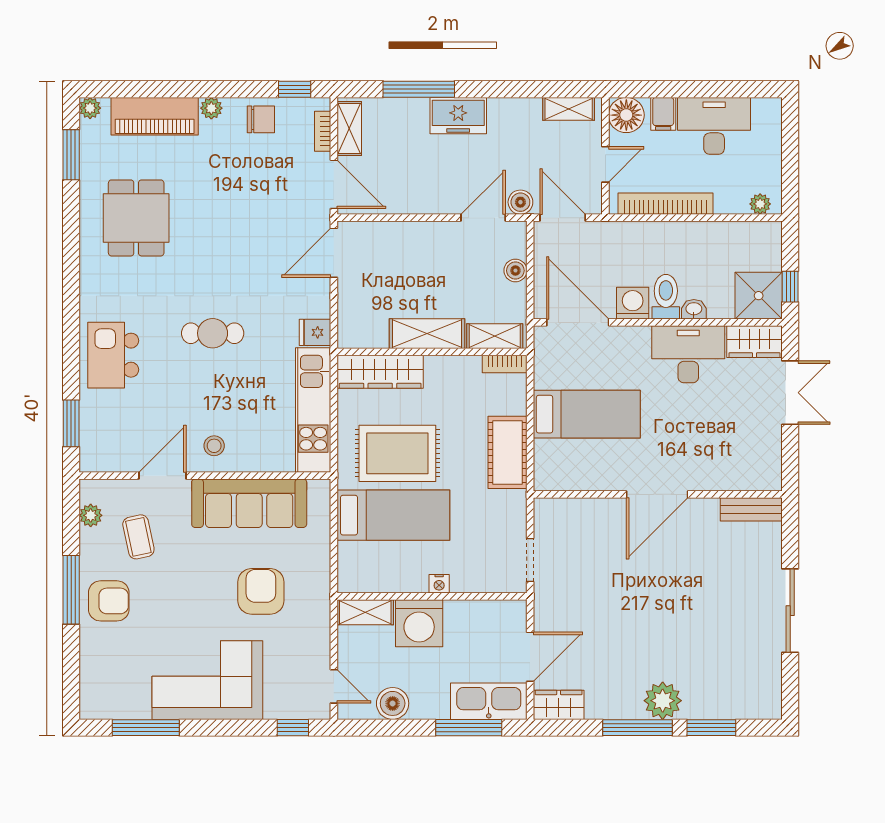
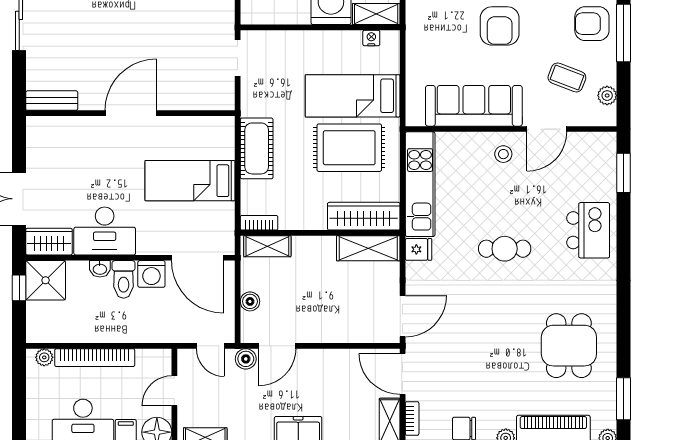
bookcase: (665, 204) -> (95, 358), moved
door: (563, 218) -> (210, 346), width x0.73
shelving: (427, 334) -> (368, 248), moved
coffee table: (138, 537) -> (567, 77), turned -57
nightstand: (439, 584) -> (371, 38), moved
armchair: (261, 591) -> (500, 26), moved

